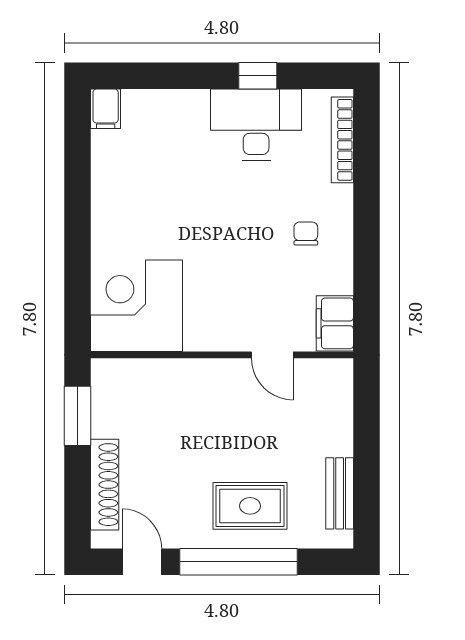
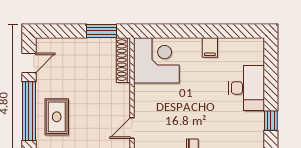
filing cabinet: (106, 109) -> (210, 47), moved, turned -90
desk: (256, 125) -> (247, 88), moved
shoe rack: (105, 485) -> (123, 60), moved, turned 90

